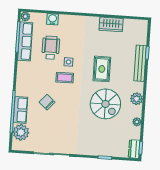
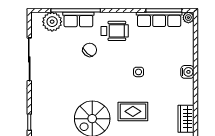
water cooler: (53, 19) -> (187, 72), moved
wheelchair: (51, 48) -> (115, 31), moved
coffee table: (65, 78) -> (120, 69), removed

